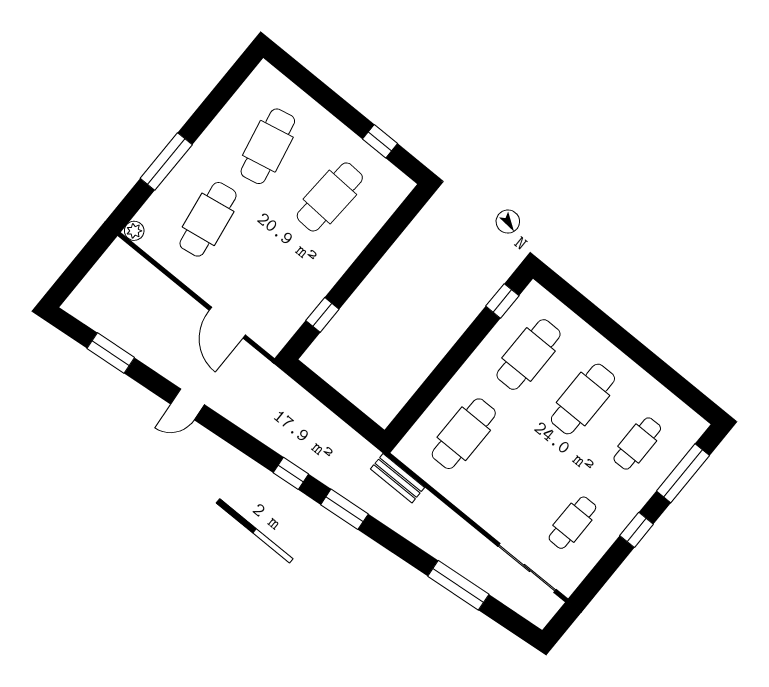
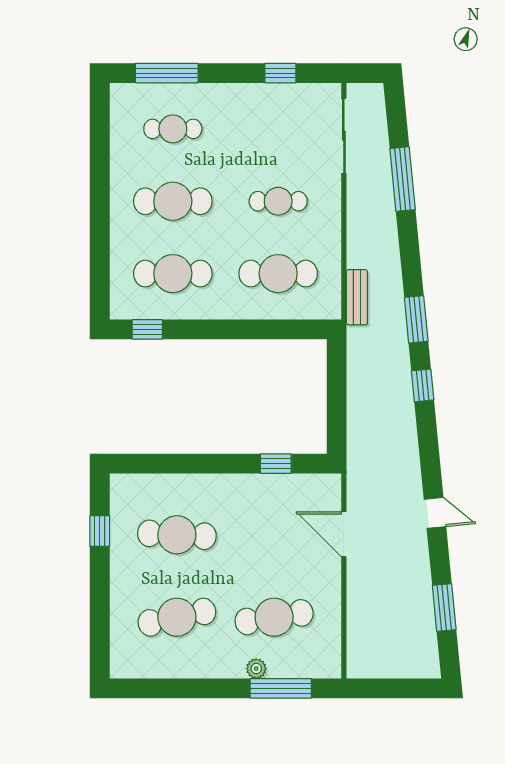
window: (166, 162) -> (281, 688), moved
plant: (134, 231) -> (256, 669), moved
door: (227, 323) -> (344, 534), swing flipped
cafe table: (572, 523) -> (278, 201), moved
window: (637, 530) -> (280, 73), moved

